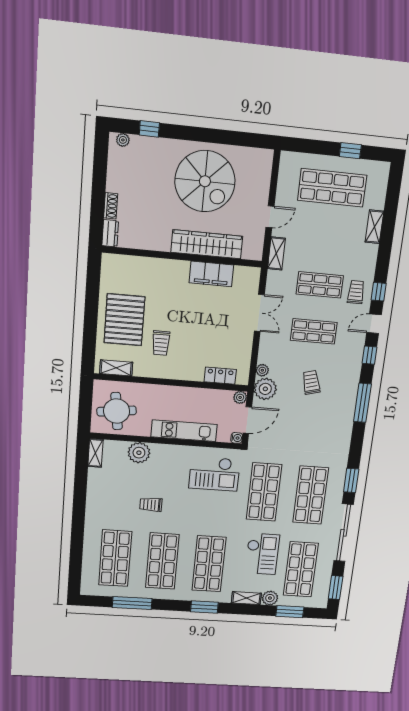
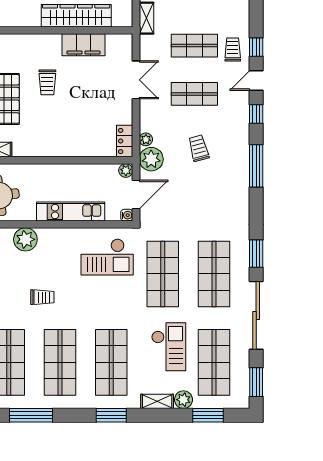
trolley: (161, 343) -> (47, 82), moved
locker: (220, 376) -> (125, 141), moved, turned -90
trolley: (151, 505) -> (42, 297), turned 180

